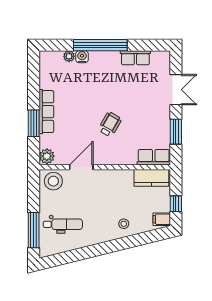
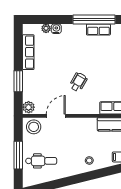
window: (100, 45) -> (94, 19), moved
row of seats: (46, 112) -> (28, 52), moved
window: (34, 230) -> (18, 155), moved

